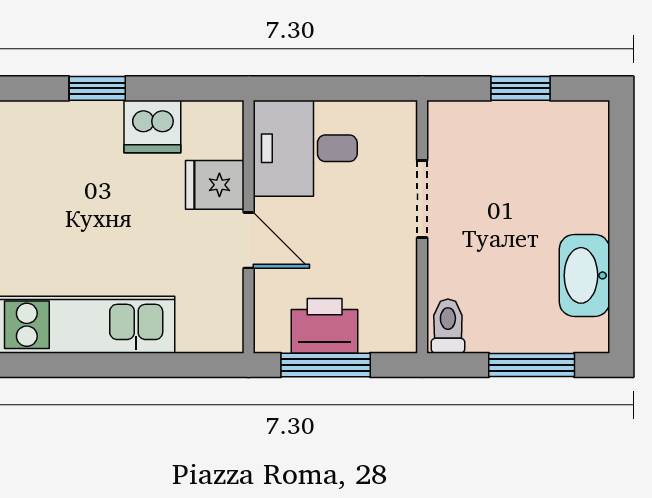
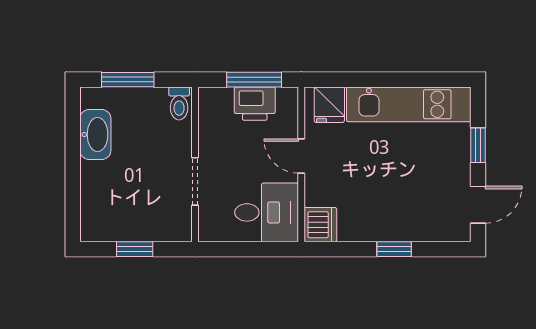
dishwasher: (152, 127) -> (320, 225), moved, turned 90
fridge: (215, 185) -> (329, 105), moved, turned 90

